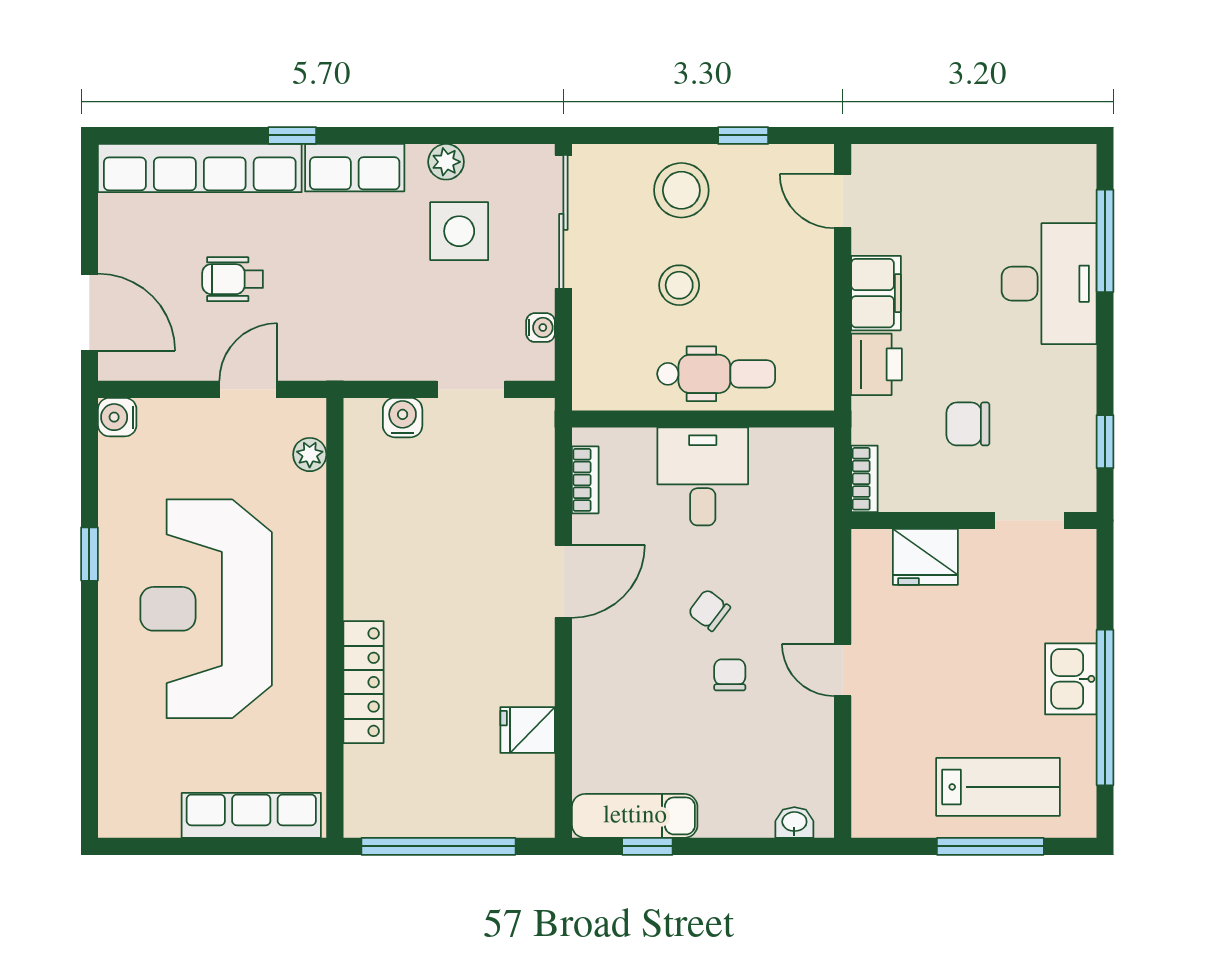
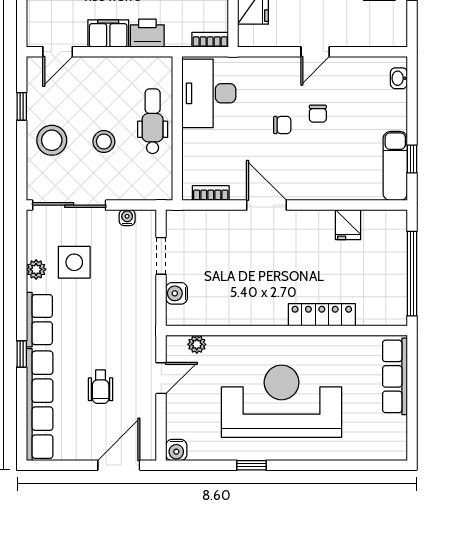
door: (248, 389) -> (161, 378), swing flipped
desk: (703, 476) -> (209, 93), moved, width x1.37
reception desk: (206, 609) -> (282, 401), turned 180
chair: (709, 610) -> (282, 125), turned -127
chair: (730, 675) -> (318, 114), turned -90

